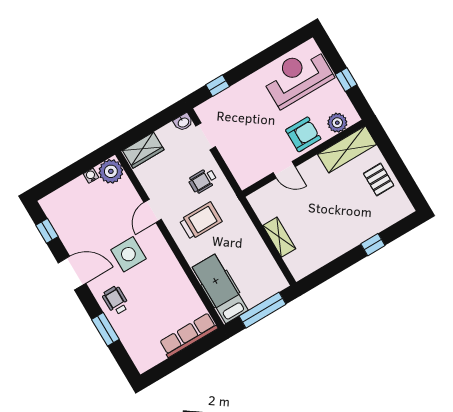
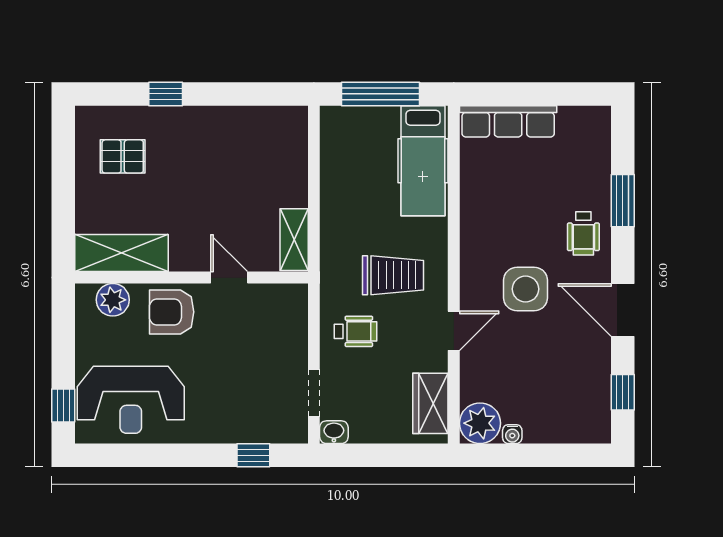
window: (346, 80) -> (63, 406), moved
wardrobe: (143, 150) -> (430, 403), moved, turned -90
pallet: (379, 179) -> (123, 156), moved, turned 90
trolley: (201, 221) -> (393, 275), turned 180
shelving: (279, 237) -> (294, 240), moved

